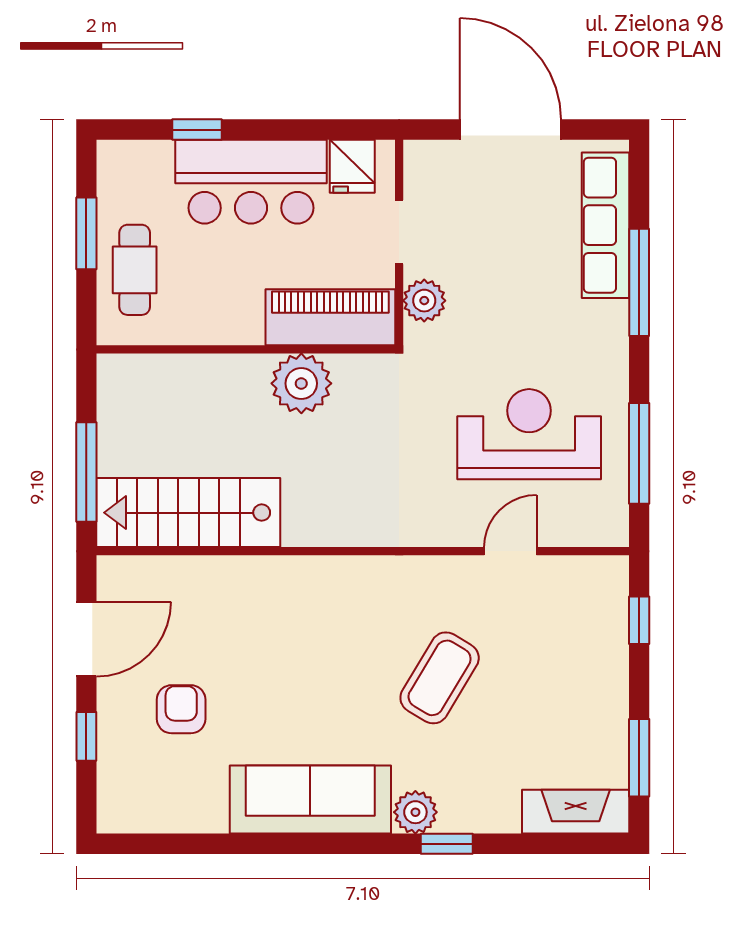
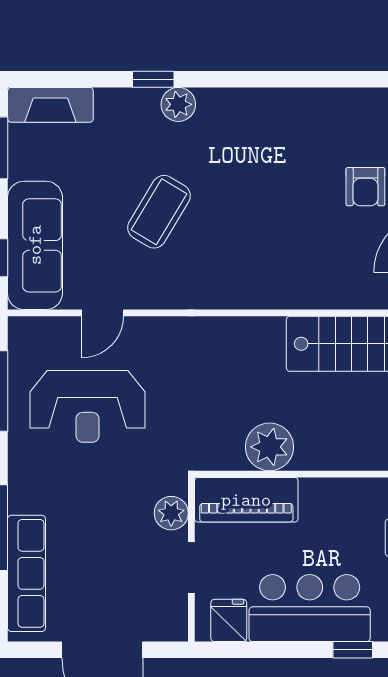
sofa: (310, 799) -> (35, 245), moved, turned -90

